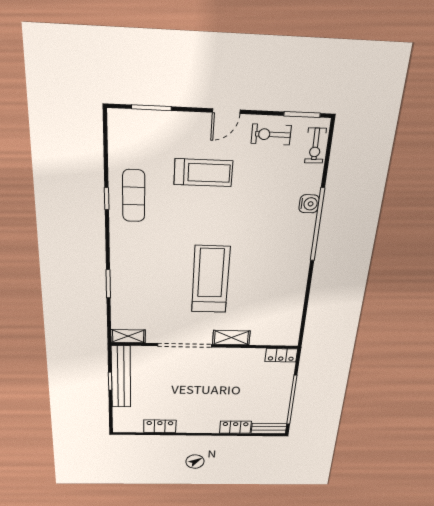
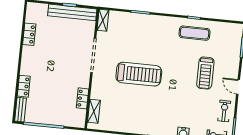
shelving: (231, 338) -> (94, 111), moved
locker: (281, 355) -> (83, 98), moved

